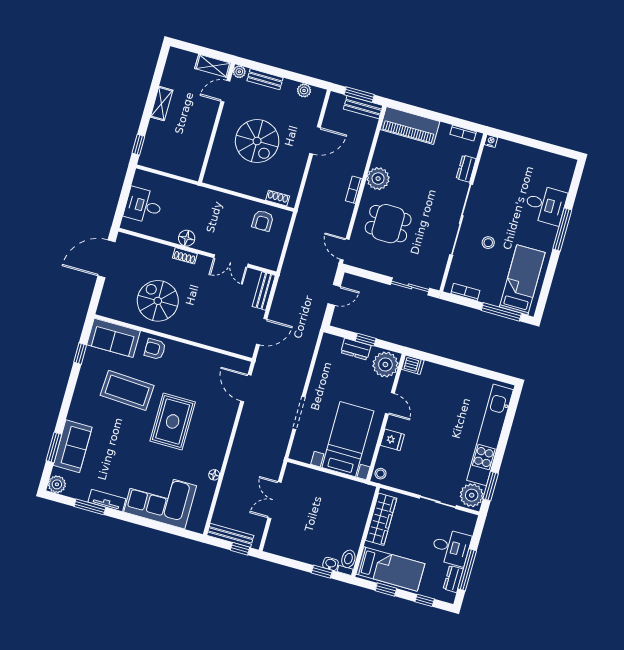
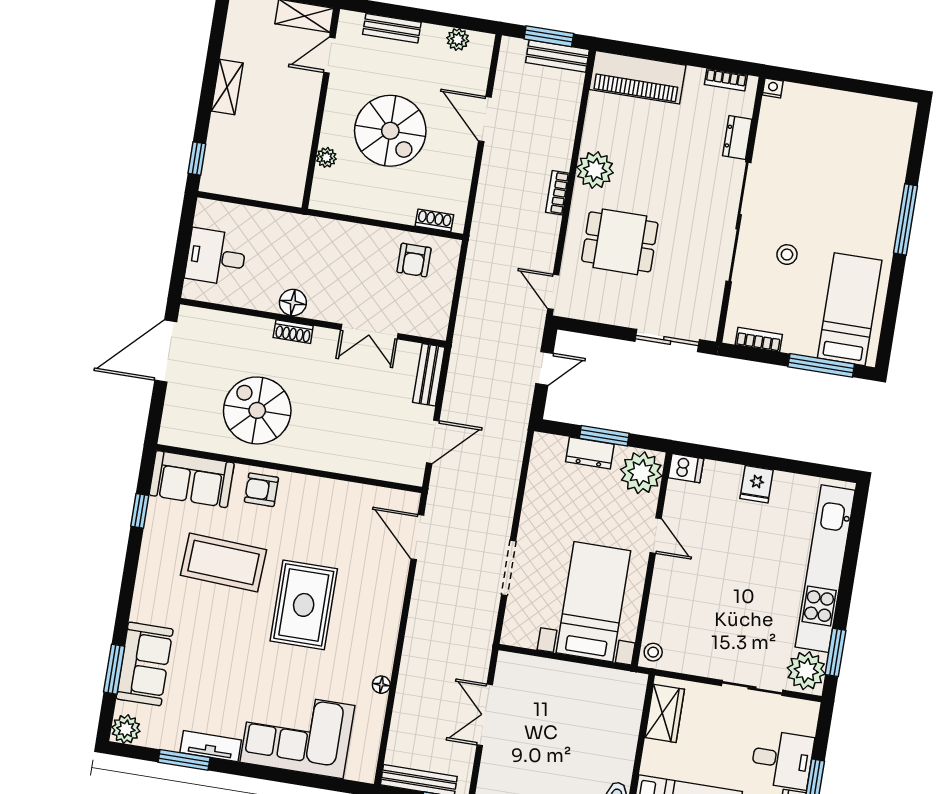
plant: (239, 72) -> (326, 157), moved
door: (315, 140) -> (485, 119), swing flipped
desk: (545, 205) -> (874, 182), removed
window: (366, 340) -> (604, 436), width x1.50
fridge: (392, 440) -> (757, 484), moved, turned 90
wardrobe: (381, 519) -> (665, 713), width x0.67

